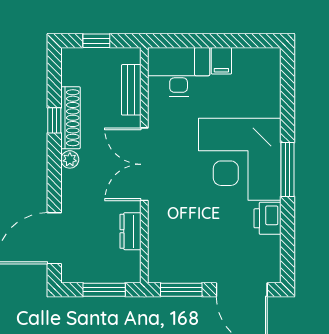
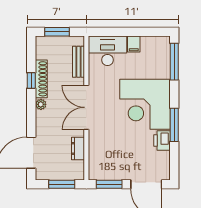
window: (96, 41) -> (57, 32), width x1.50
window: (288, 90) -> (174, 62), added
window: (288, 170) -> (174, 125), moved

